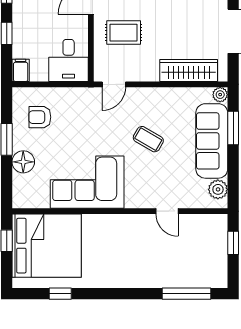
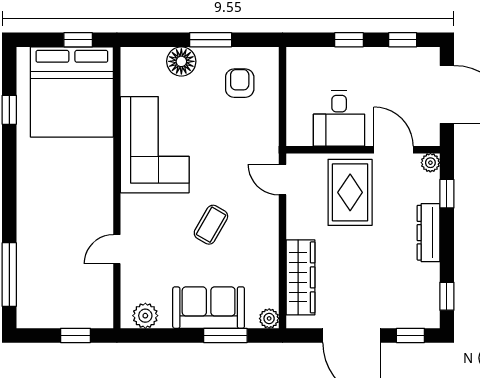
rug: (124, 33) -> (350, 192), width x1.36, depth x1.43
desk: (69, 60) -> (339, 119), moved, turned -90
filing cabinet: (21, 70) -> (301, 58), removed
sofa: (212, 141) -> (209, 308), width x0.73

